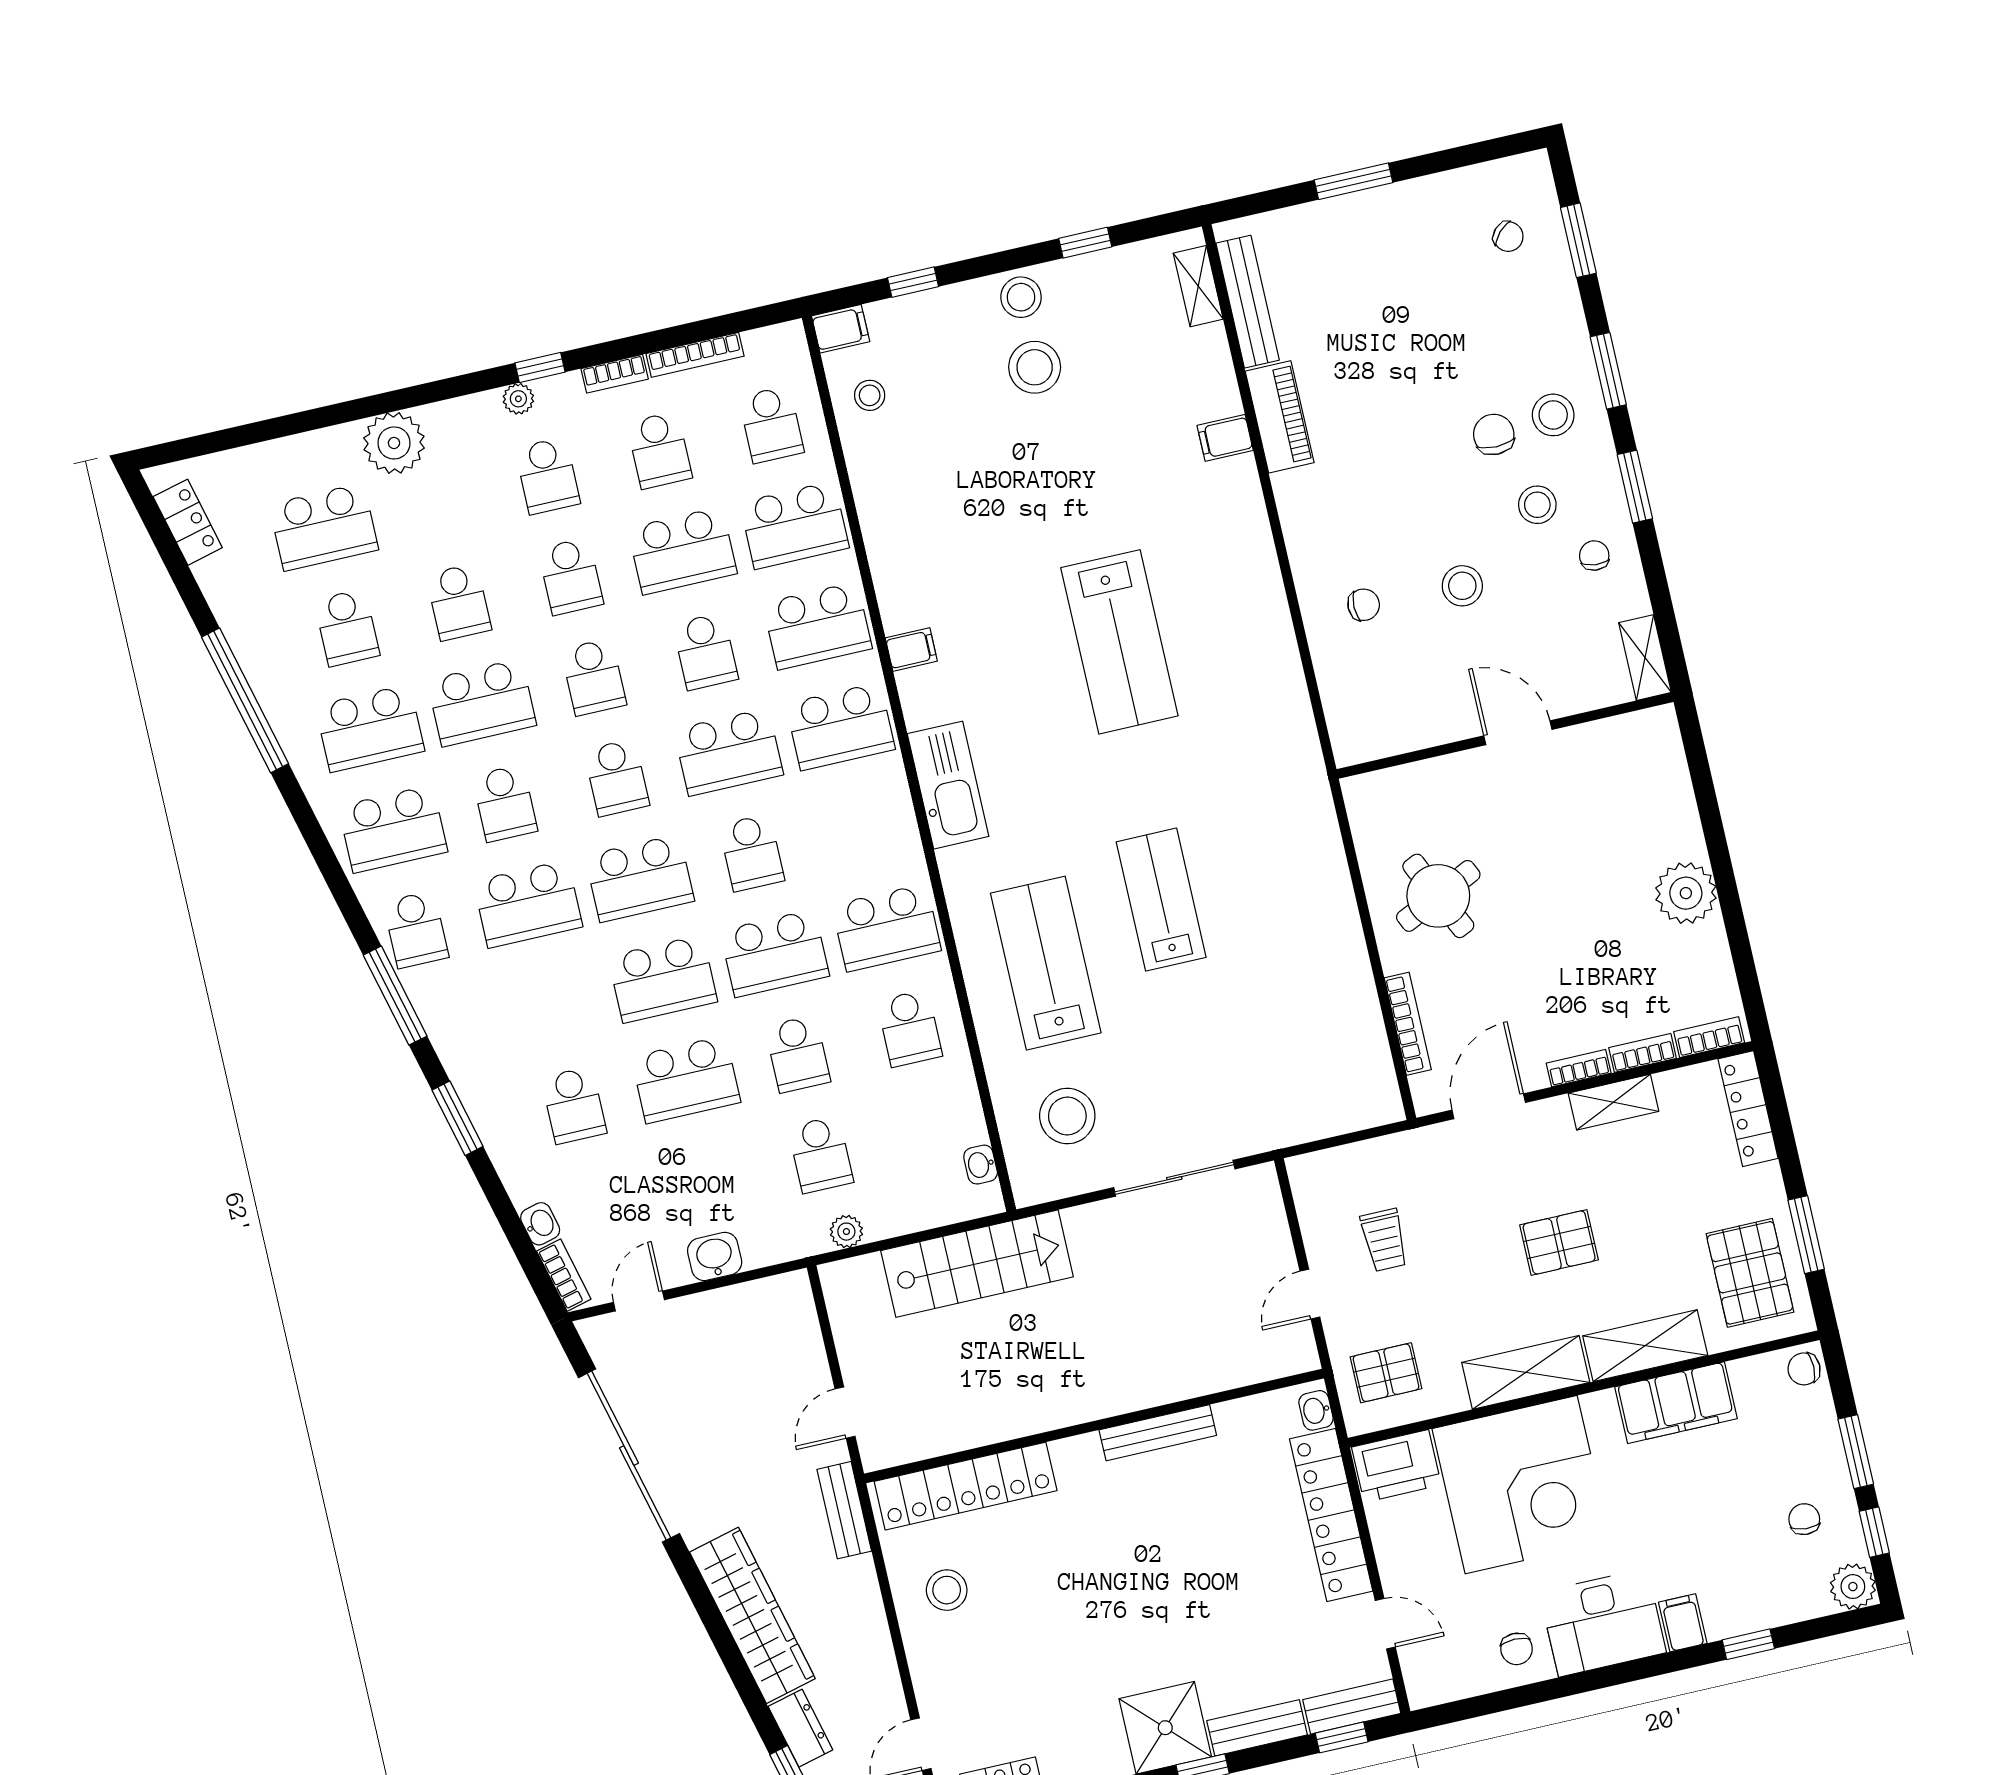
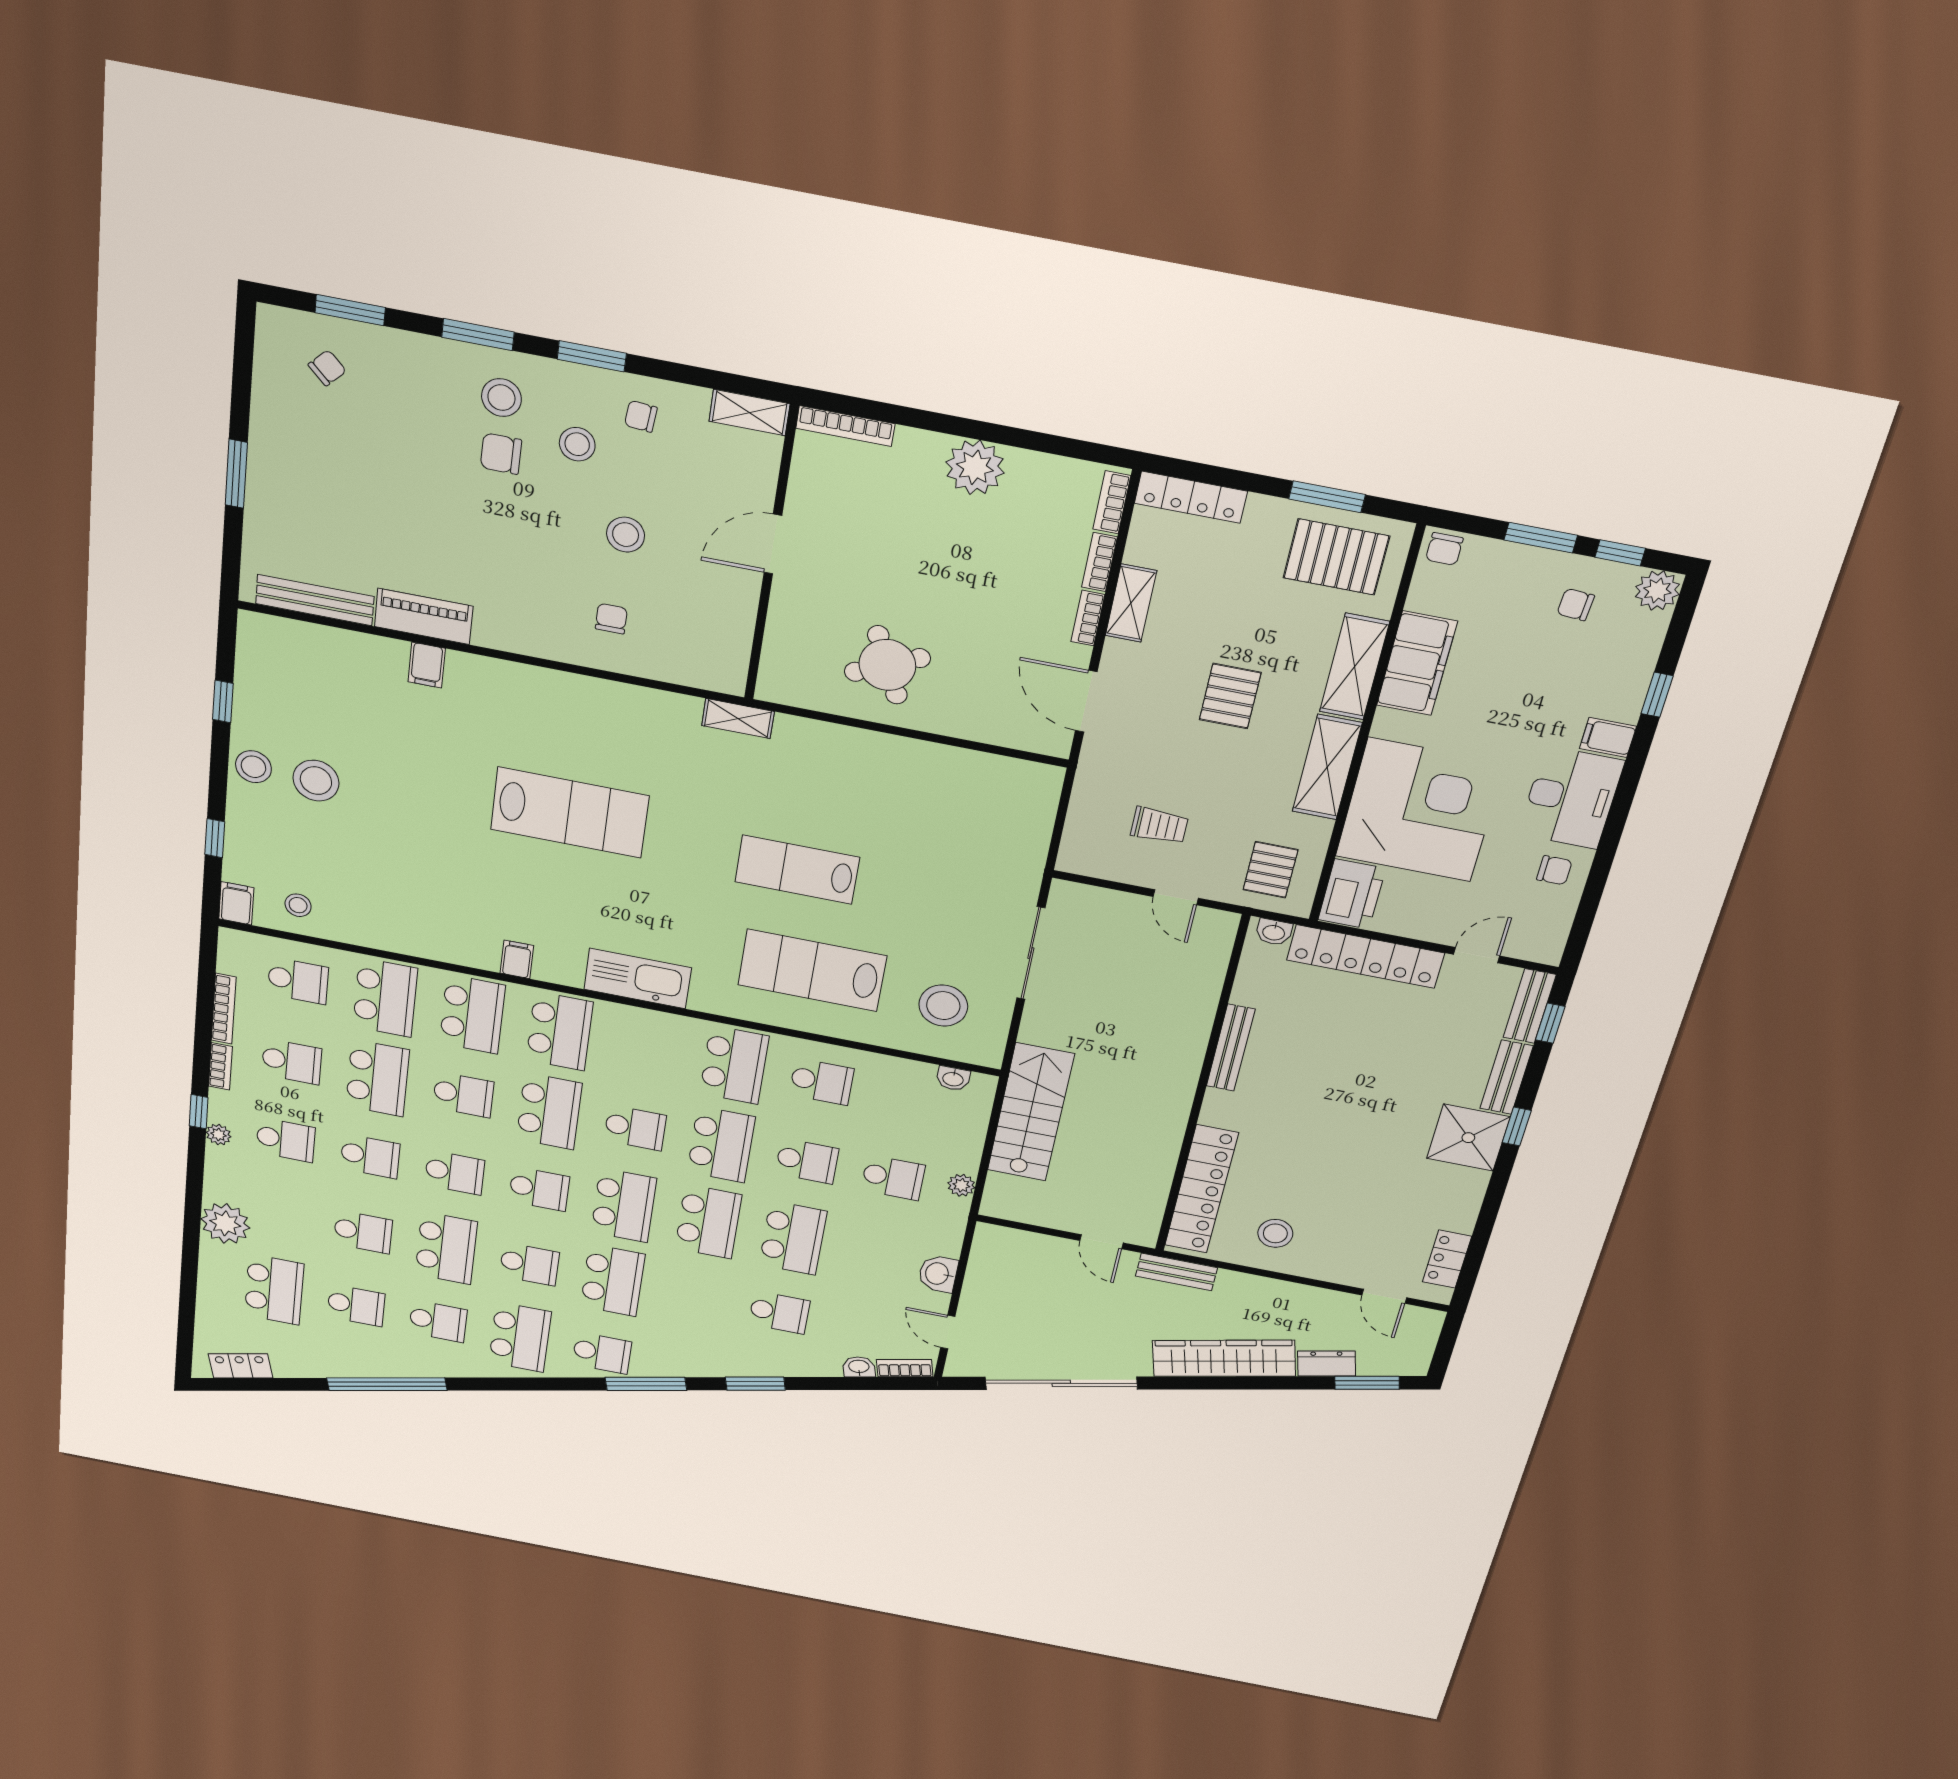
shelving: (1198, 286) -> (738, 719), moved
school desk: (370, 728) -> (438, 1321), width x0.54
bookcase: (1408, 1024) -> (845, 426), moved, turned 180

